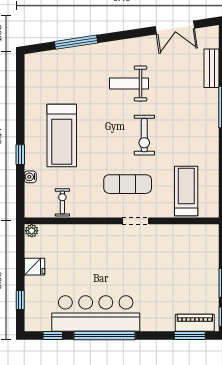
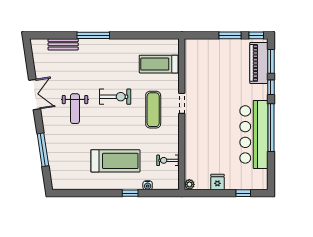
double door: (175, 27) -> (35, 94), moved
piano: (195, 323) -> (259, 63), width x1.37, depth x1.33
window: (53, 336) -> (271, 87), moved

